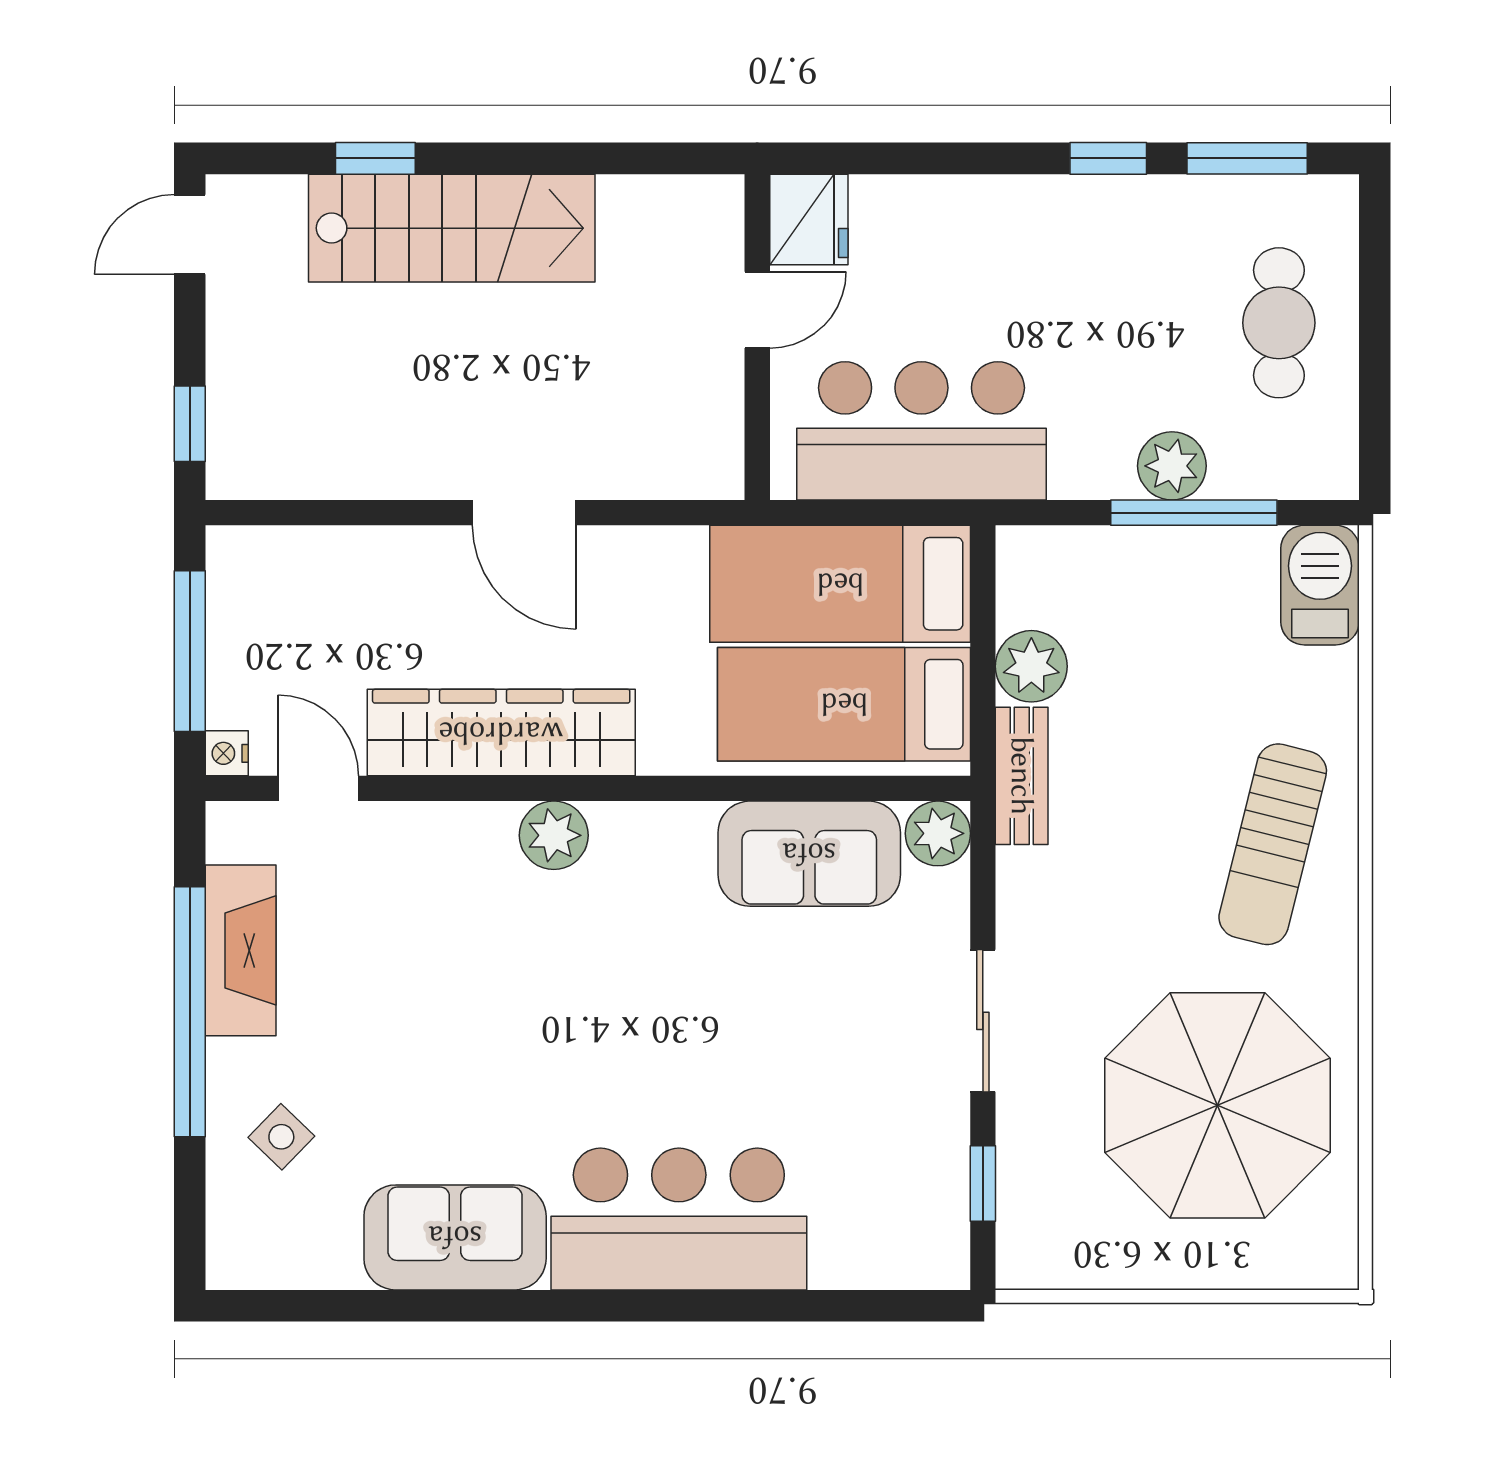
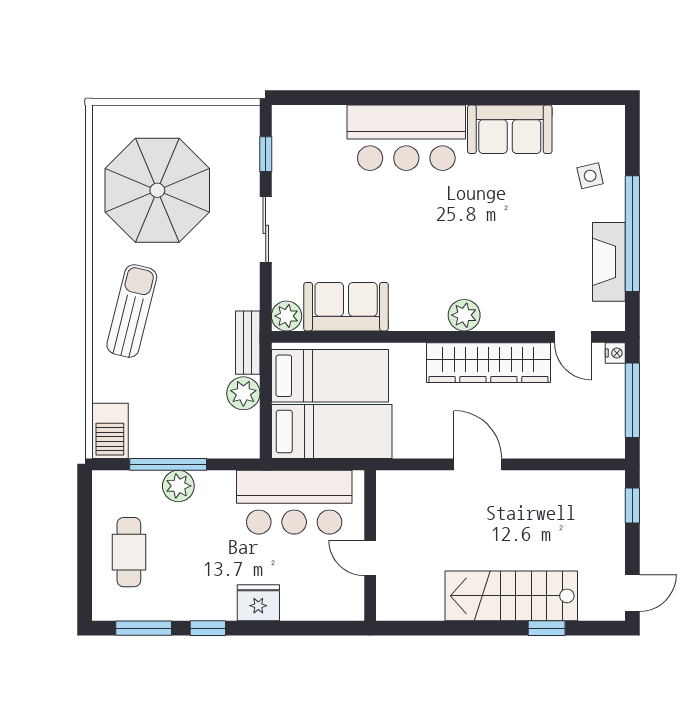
fridge: (809, 219) -> (258, 603), moved, turned 90
door: (757, 310) -> (370, 558), hinge flipped
side table: (281, 1137) -> (590, 176), turned 33

